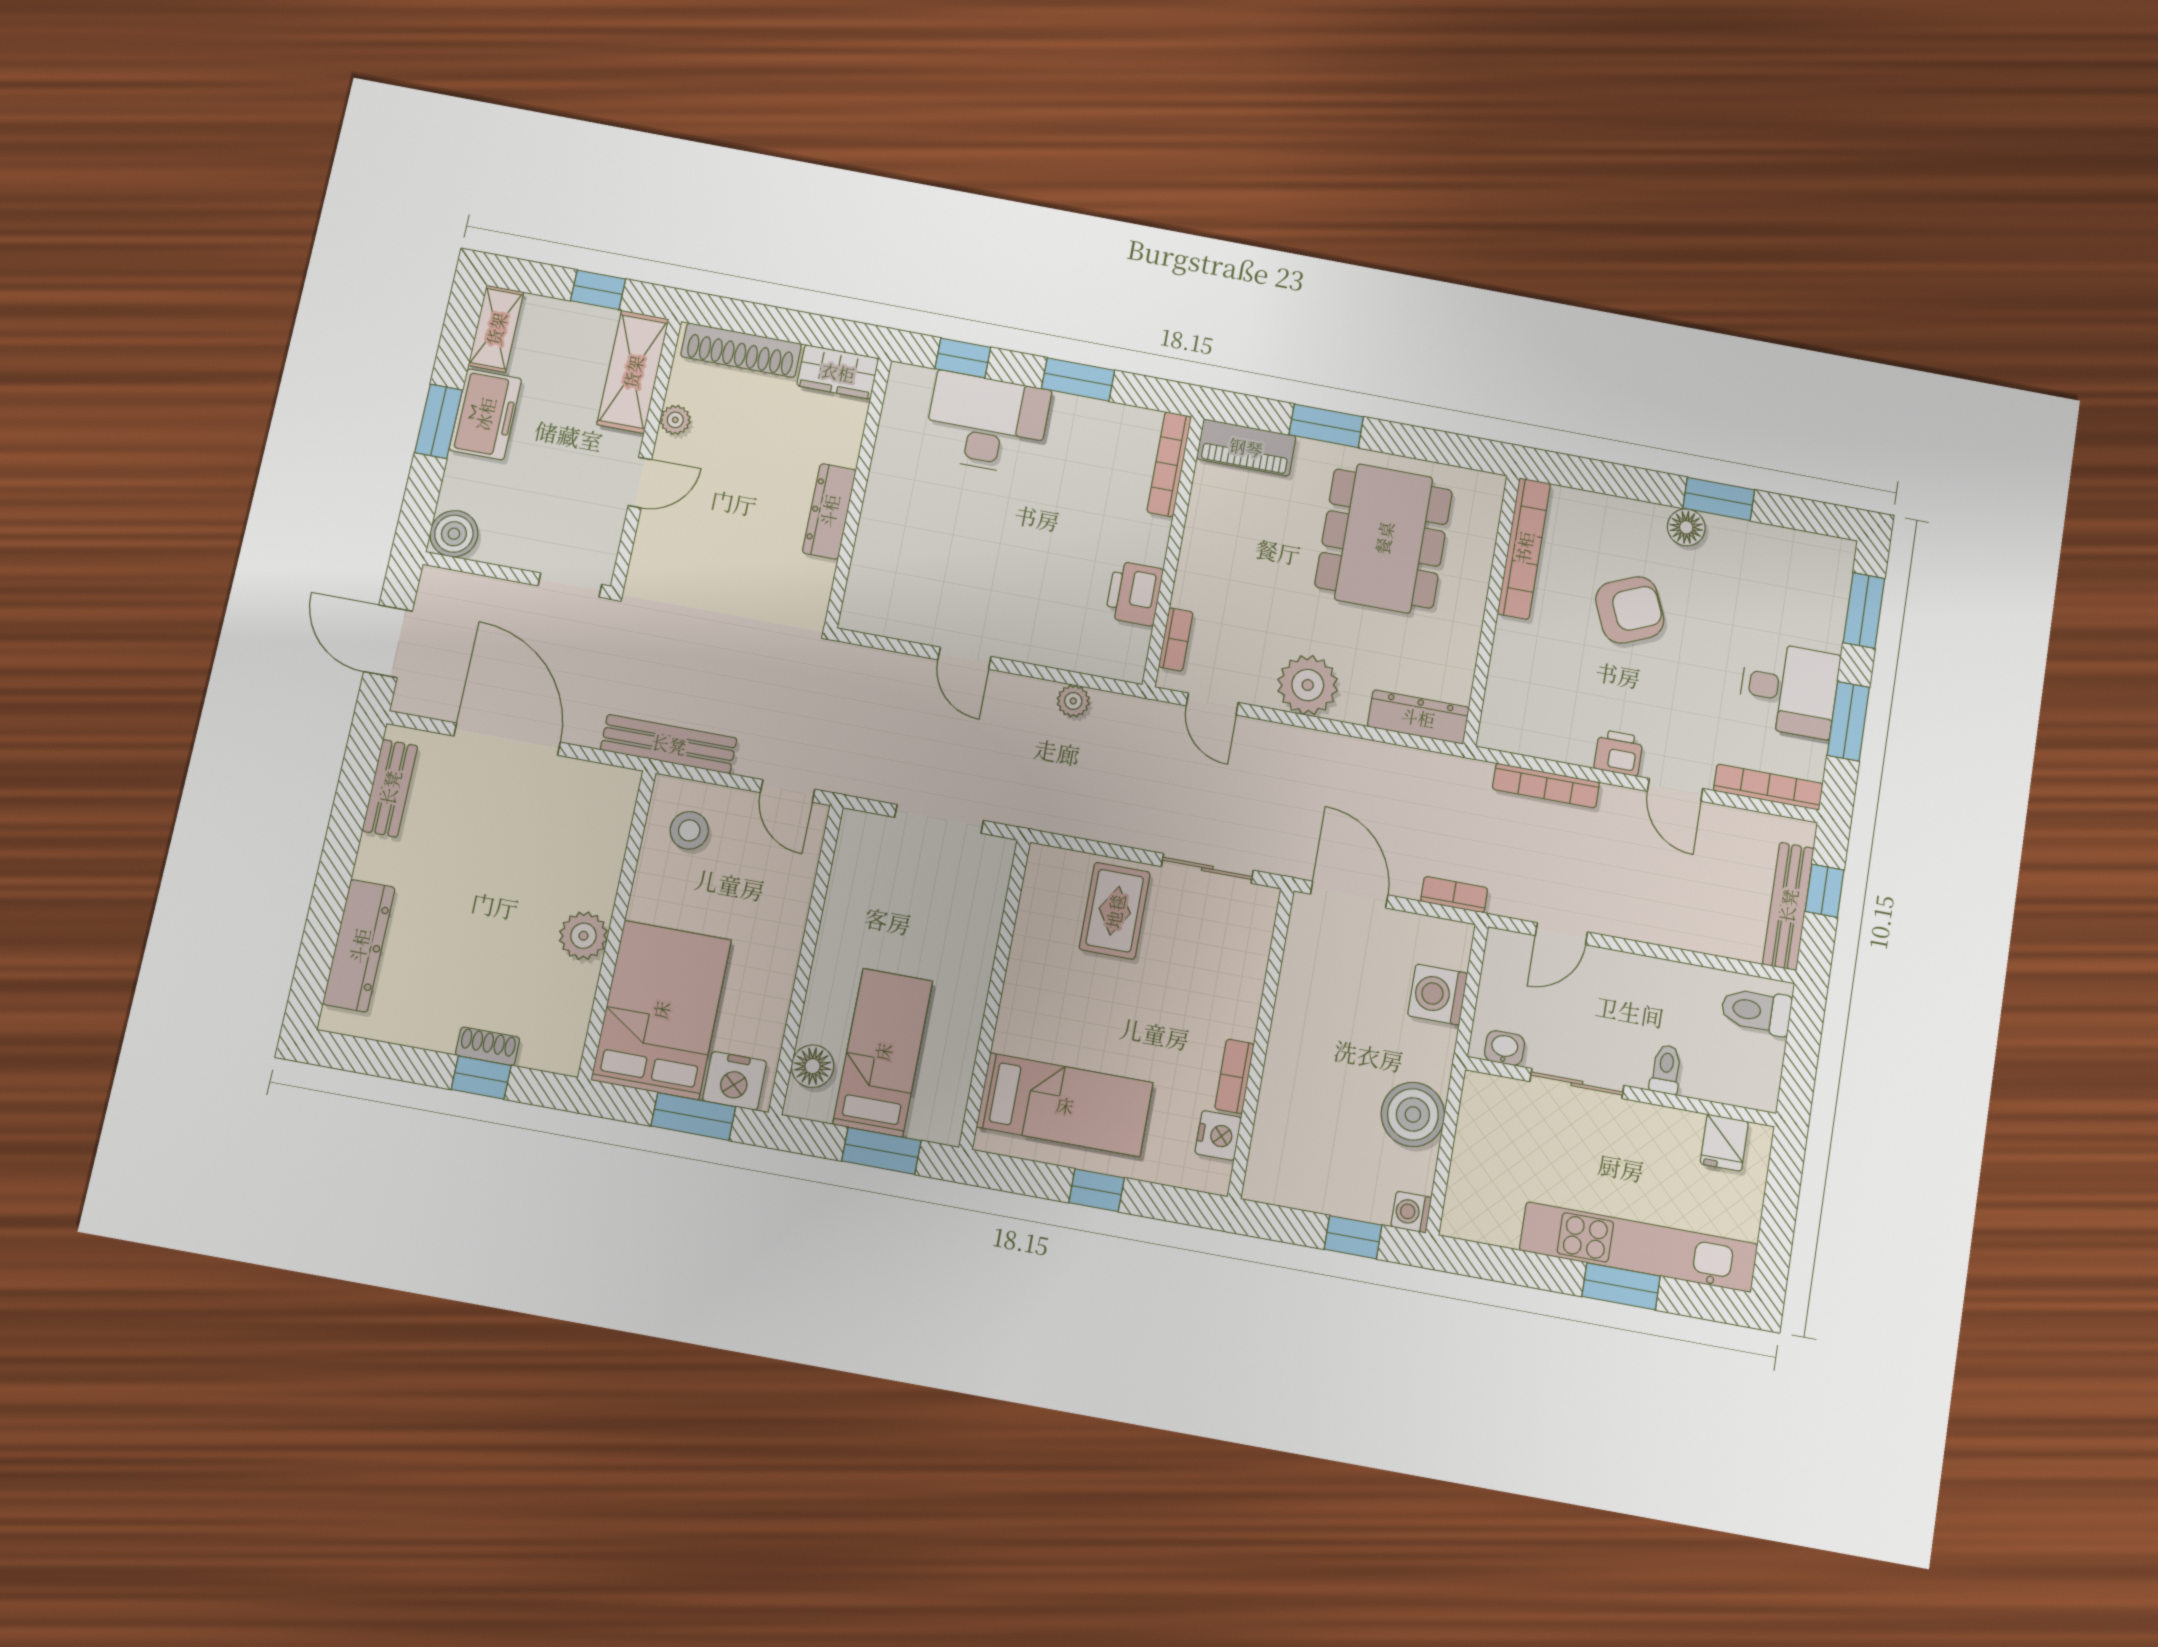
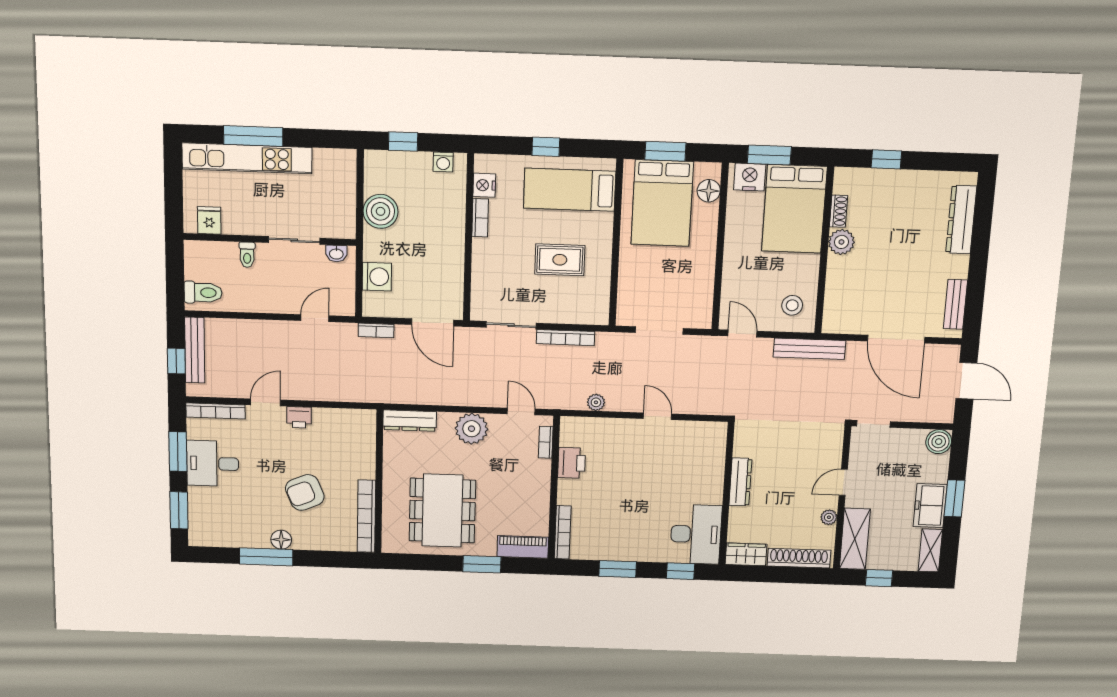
desk: (987, 423) -> (696, 534), moved, turned -90
window: (1719, 499) -> (266, 557), width x1.44
bookcase: (1546, 786) -> (565, 338), moved, turned 180
door: (1675, 790) -> (266, 402), hinge flipped
rug: (1115, 911) -> (560, 260), moved, turned 90
shoe rack: (488, 1046) -> (839, 211), moved, turned -90
bed: (883, 1052) -> (662, 203), width x1.50
washing machine: (1411, 1212) -> (443, 162), moved, turned 90
window: (1621, 1286) -> (253, 136), width x1.44

